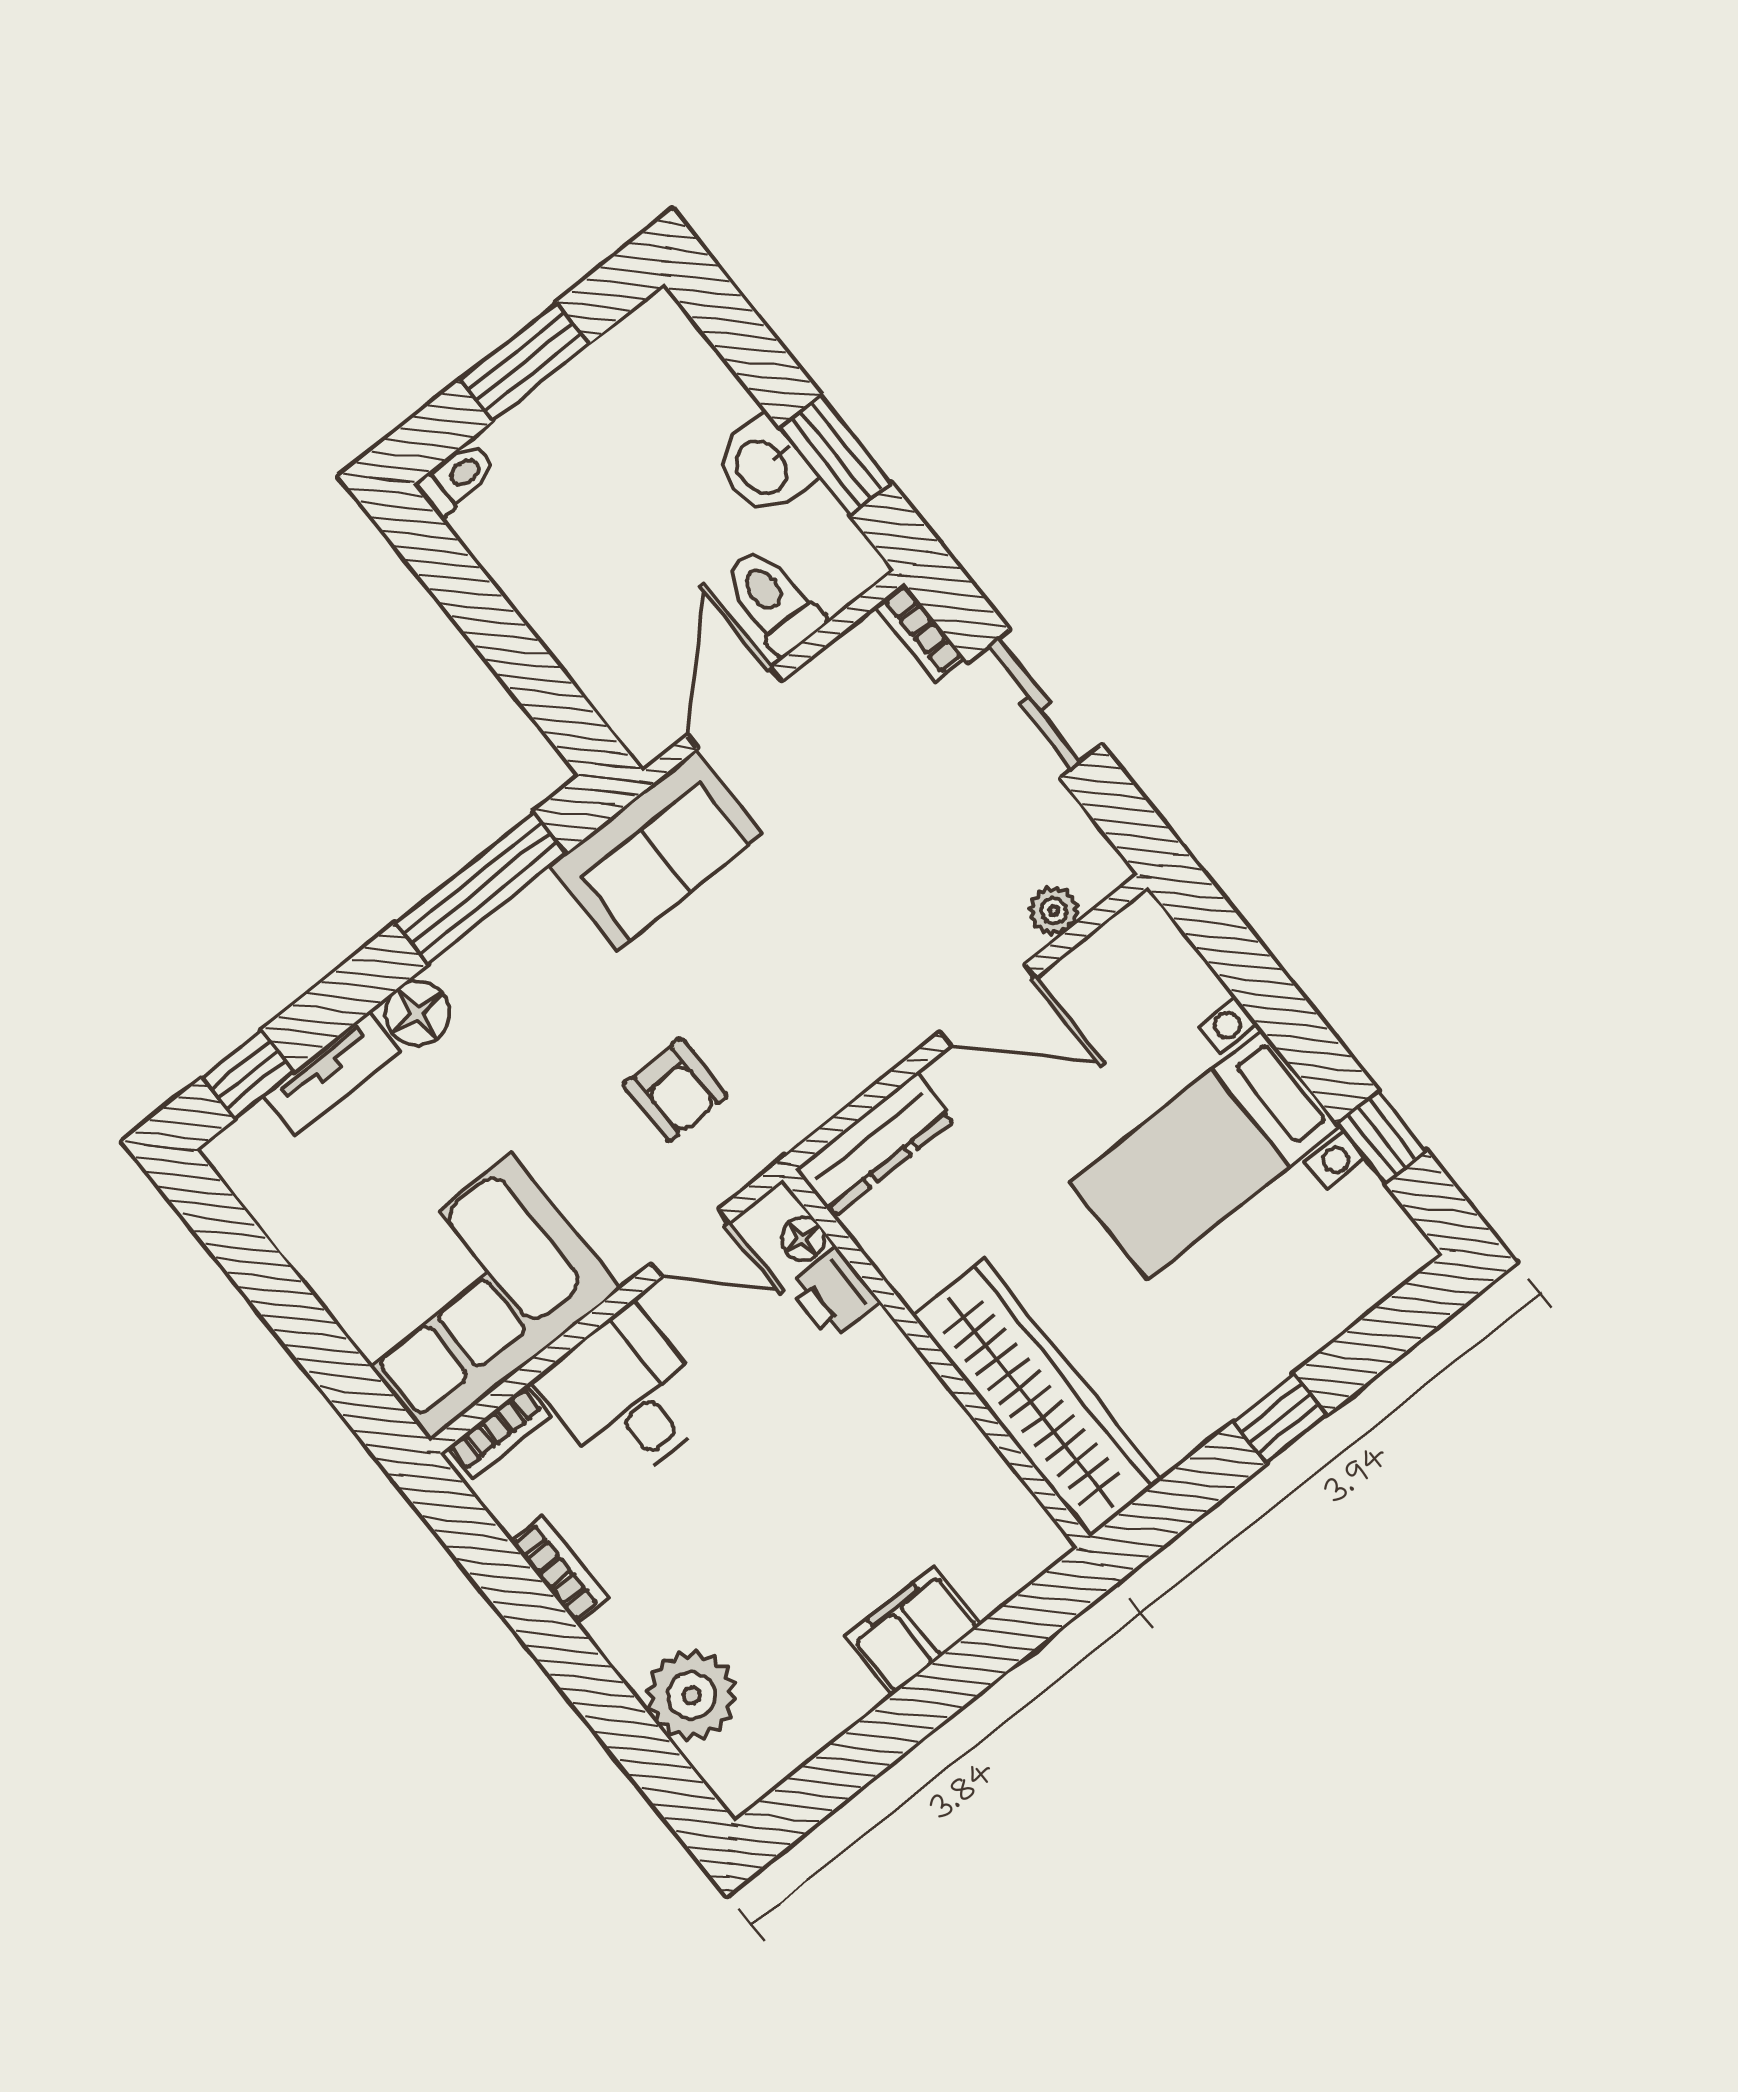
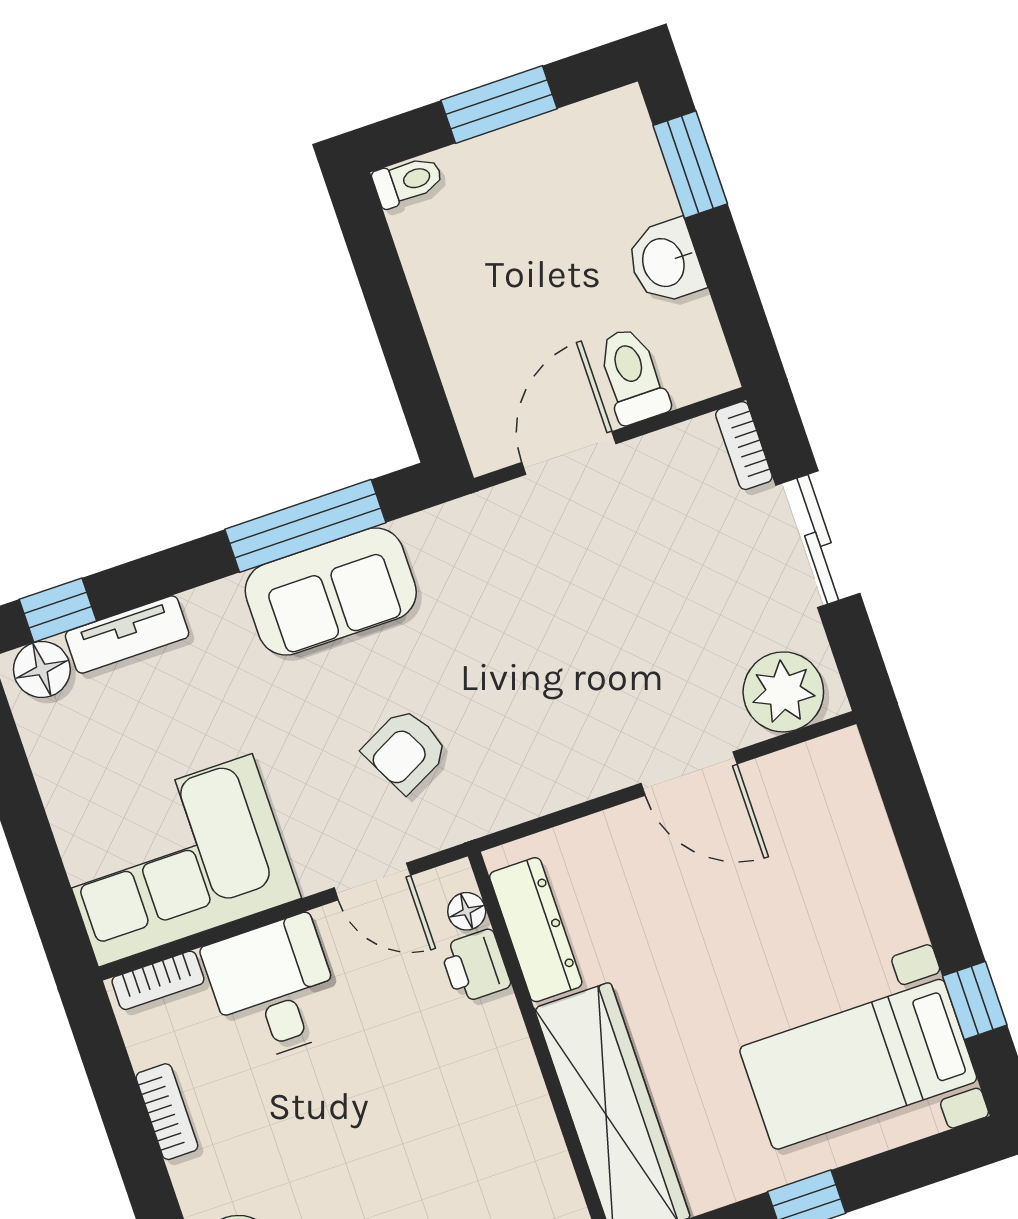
window: (836, 455) -> (690, 165), moved
sofa: (656, 850) -> (331, 591), moved
plant: (1054, 911) -> (783, 692), width x1.88, depth x1.88
floor lamp: (417, 1013) -> (42, 669), moved
armchair: (675, 1090) -> (406, 750), turned 63
dresser: (875, 1144) -> (536, 930), moved, turned -90
bed with nightstands: (1205, 1154) -> (858, 1064), moved

